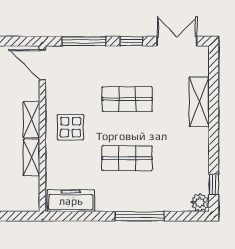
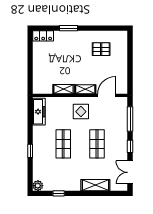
double door: (177, 41) -> (130, 172), swing flipped
door: (42, 65) -> (107, 95), moved
window: (214, 184) -> (59, 193), moved
window: (139, 216) -> (30, 151), width x0.46

